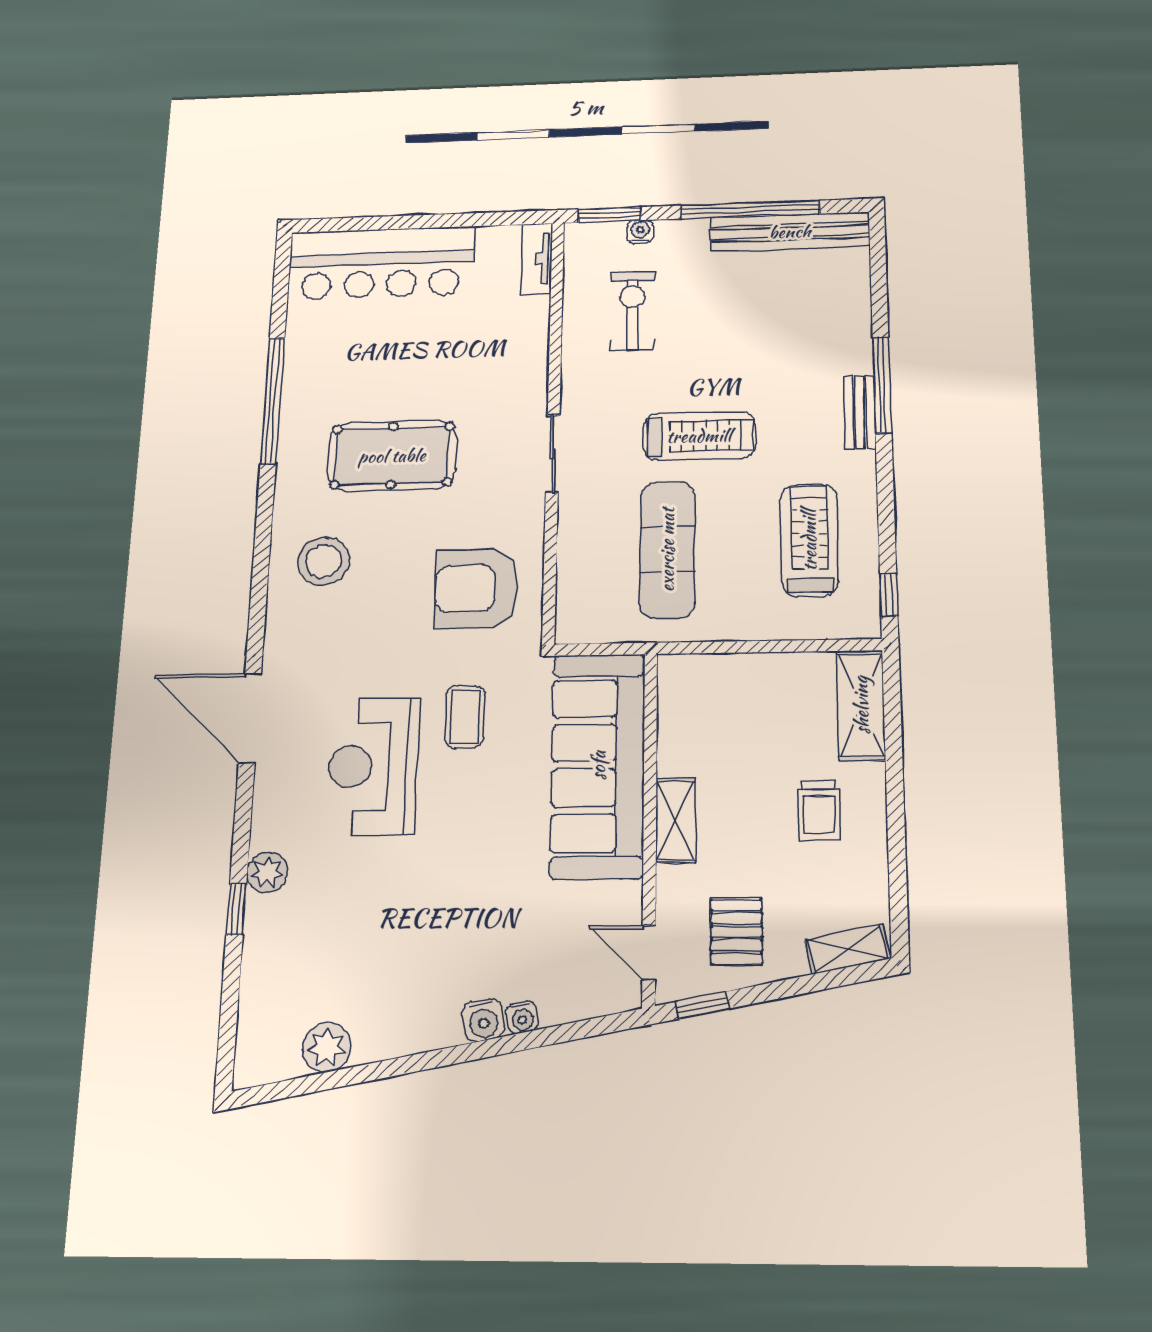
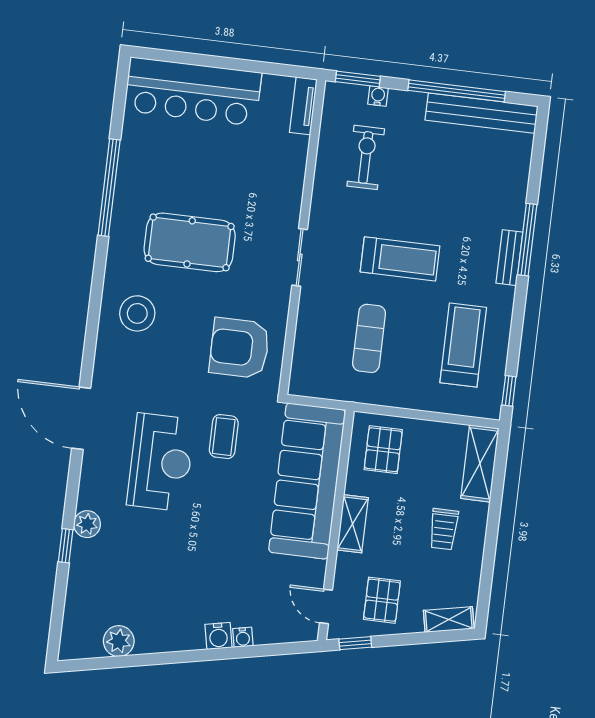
exercise mat: (667, 550) -> (369, 338), width x0.73, depth x0.69
pallet: (709, 704) -> (383, 450), added
reception desk: (373, 766) -> (161, 462), turned 180

